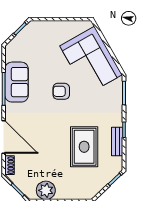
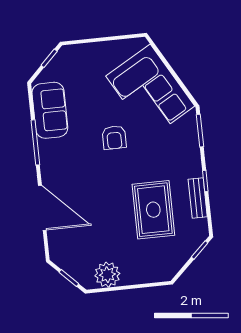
sofa: (17, 82) -> (50, 110), moved
armchair: (61, 91) -> (114, 137), turned -90
shoe rack: (10, 165) -> (54, 245), removed

